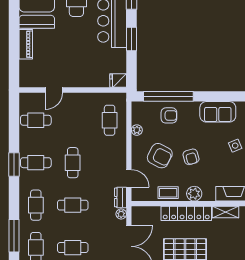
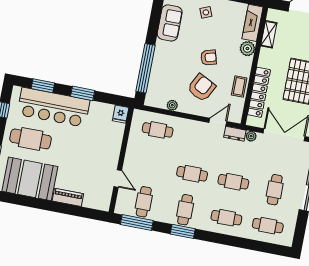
armchair: (169, 115) -> (164, 71), removed
plant: (194, 194) -> (247, 49), moved
cafe table: (73, 205) -> (233, 182), turned 90
locker: (186, 213) -> (259, 92), moved
window: (14, 236) -> (137, 223), moved

